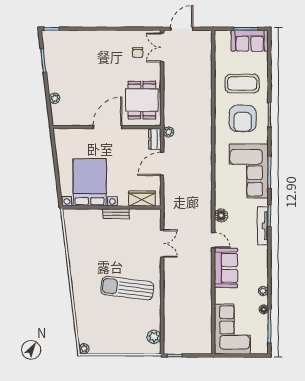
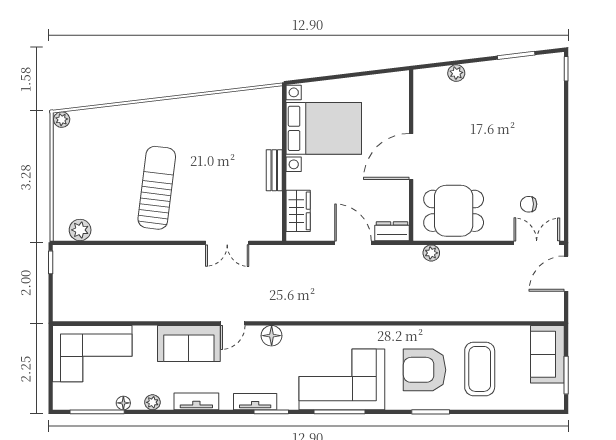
door: (182, 29) -> (566, 274), swing flipped
sofa: (250, 41) -> (547, 354), moved
door: (107, 127) -> (411, 156), swing flipped
plant: (169, 132) -> (431, 253), moved
tv unit: (263, 226) -> (255, 402), width x0.71
tv unit: (263, 263) -> (196, 401), added

